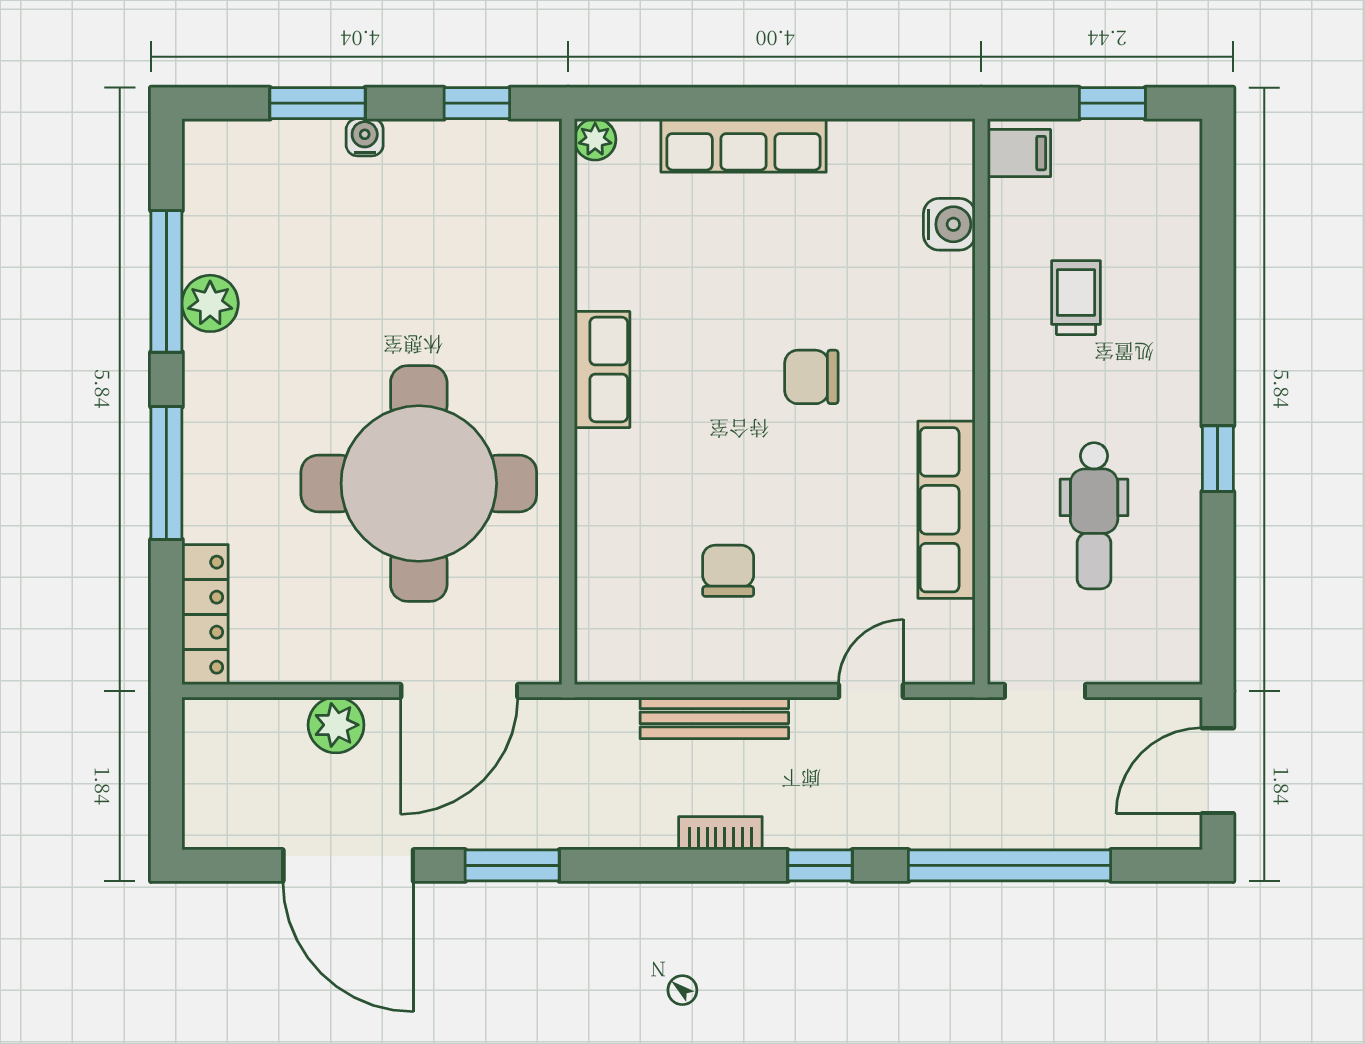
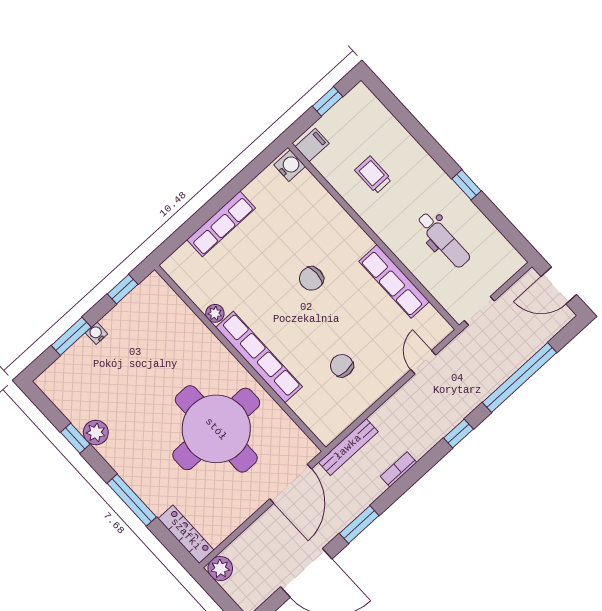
plant: (595, 139) -> (215, 313), moved
water cooler: (949, 224) -> (290, 166), moved
window: (166, 281) -> (75, 438), width x0.46
row of seats: (602, 370) -> (259, 357), width x2.02
bench: (714, 718) -> (348, 447), moved
plant: (336, 725) -> (220, 569), moved
door: (1218, 771) -> (559, 285), hinge flipped
bookcase: (720, 833) -> (398, 469), moved

